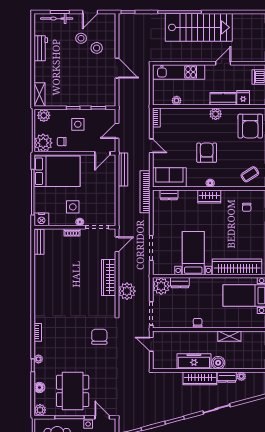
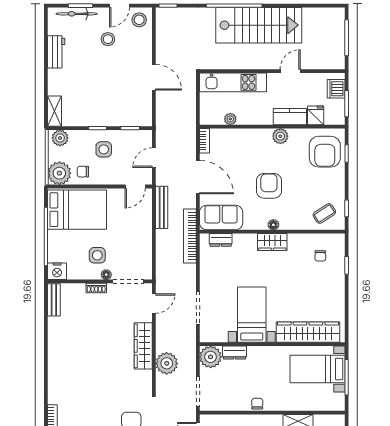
stool: (97, 48) -> (139, 20), moved
door: (151, 146) -> (198, 177), width x1.87

